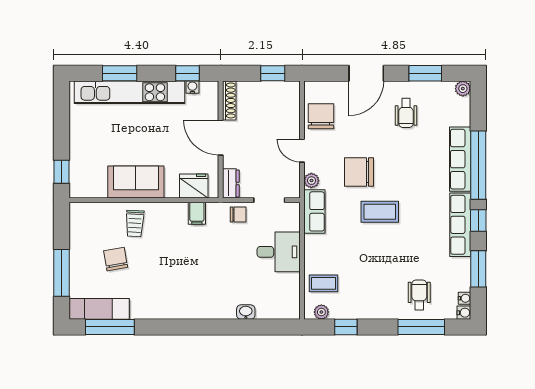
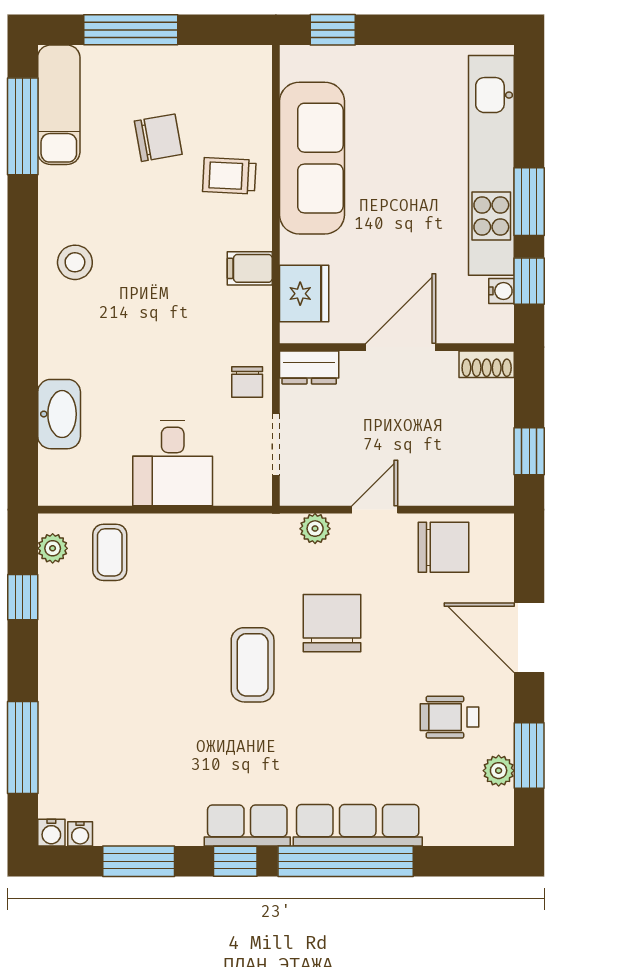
window: (120, 73) -> (529, 202), moved
plant: (463, 89) -> (499, 771), moved
shoe rack: (229, 100) -> (487, 364), width x0.70
sofa: (136, 182) -> (312, 158), width x1.36
row of seats: (314, 211) -> (253, 534), removed
filing cabinet: (197, 213) -> (250, 268), moved
row of seats: (460, 225) -> (247, 825), width x0.68
wheelchair: (419, 295) -> (87, 743), removed
stool: (178, 301) -> (75, 262), added
washbasin: (246, 312) -> (59, 414), width x1.91, depth x1.45

